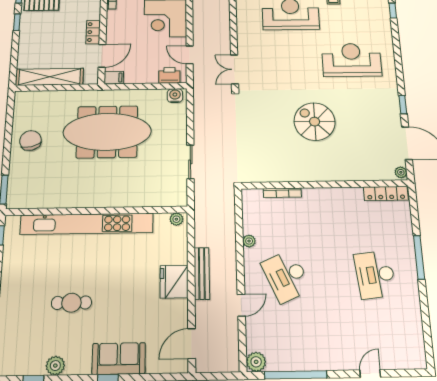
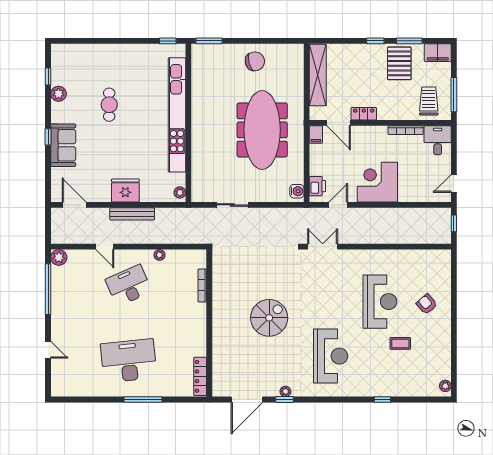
plant: (401, 172) -> (285, 391), moved
desk: (375, 275) -> (129, 361), width x1.36, depth x1.30

